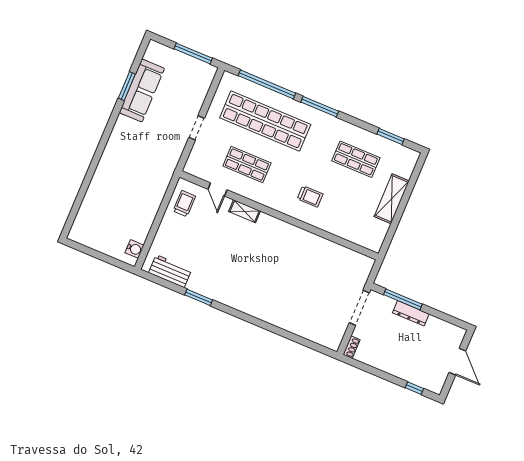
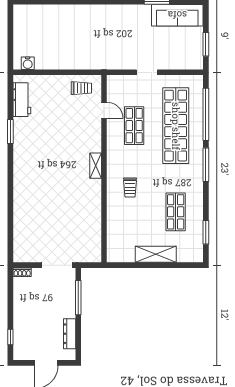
window: (193, 53) -> (206, 44), width x0.69
sofa: (142, 91) -> (177, 15), moved
door: (217, 190) -> (104, 110), swing flipped
shelving: (245, 211) -> (96, 166), moved
dresser: (411, 313) -> (70, 334), moved

